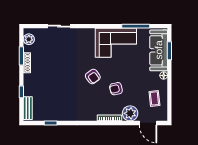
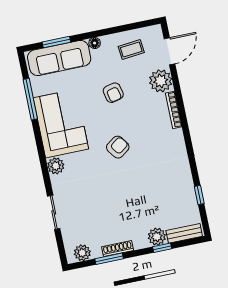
plant: (89, 34) -> (56, 166), added
armchair: (116, 89) -> (113, 93), moved
plant: (29, 90) -> (157, 237), added

